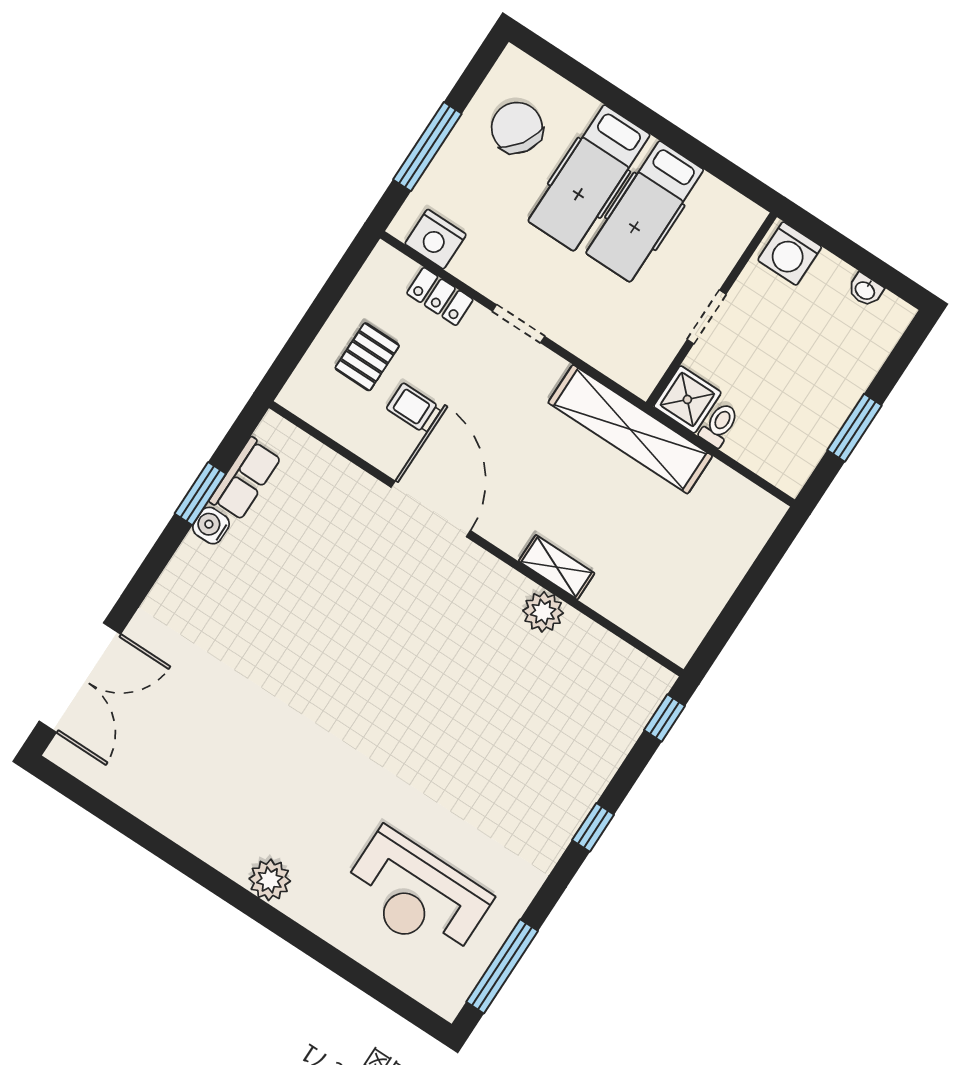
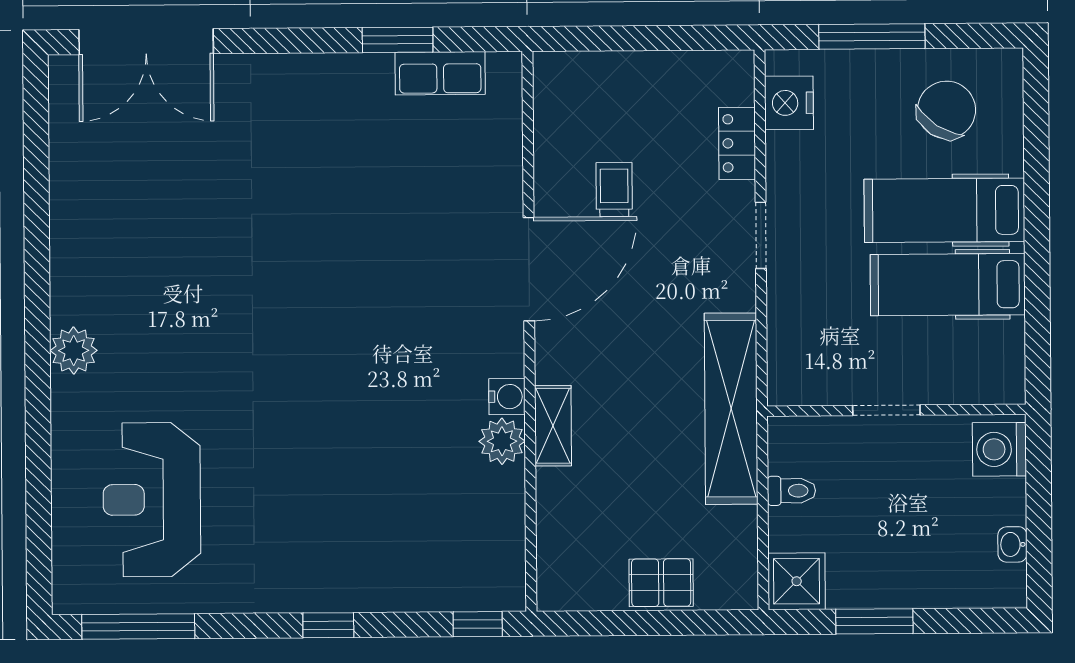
pallet: (367, 357) -> (661, 583), moved
shower: (687, 399) -> (797, 581), moved
water cooler: (211, 526) -> (507, 397), moved, turned 90

